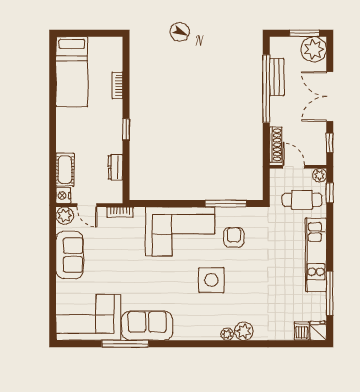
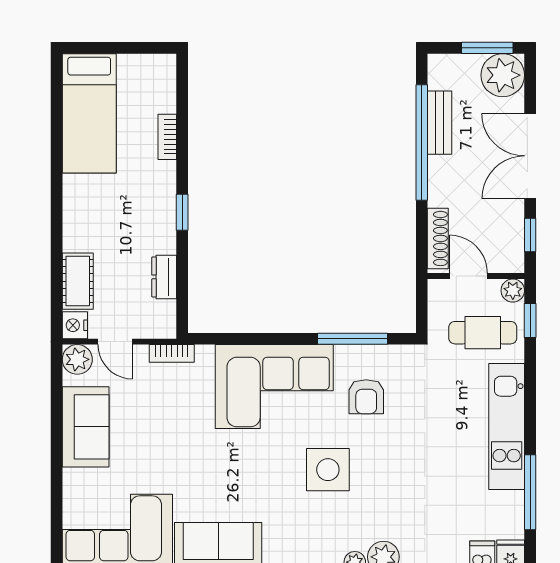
armchair: (234, 237) -> (366, 397), turned 180

